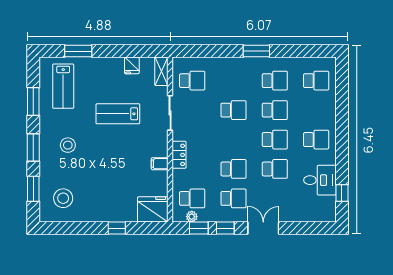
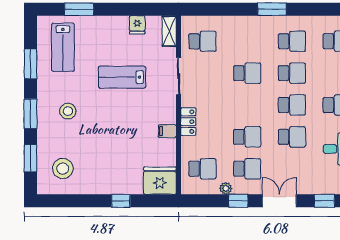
plant: (192, 217) -> (226, 188), moved
window: (199, 228) -> (324, 201), moved

